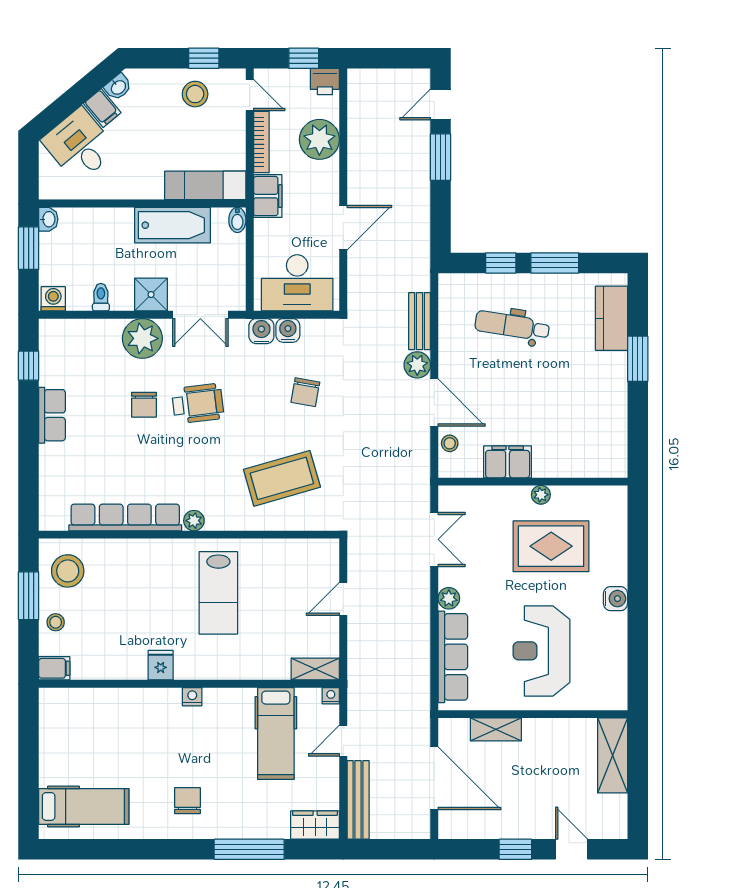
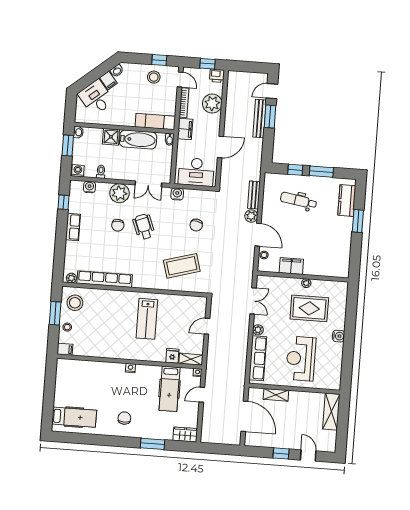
shower: (151, 295) -> (111, 137), moved
water cooler: (288, 330) -> (89, 187), moved
wheelchair: (198, 404) -> (144, 227), turned -104
plant: (194, 521) -> (71, 278), moved
fridge: (161, 665) -> (172, 356), moved
bench: (358, 800) -> (260, 118), moved
window: (249, 849) -> (152, 444), width x0.69

